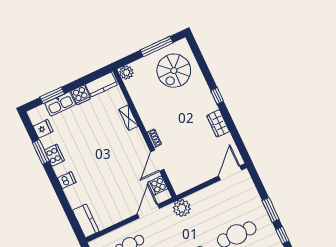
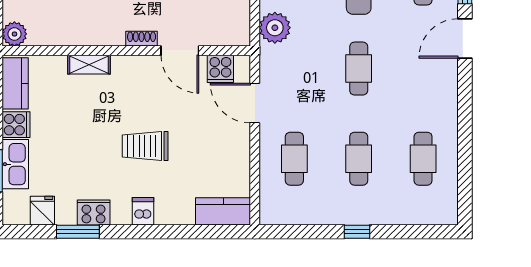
trolley: (100, 166) -> (145, 146), added
plant: (182, 208) -> (275, 28), moved

